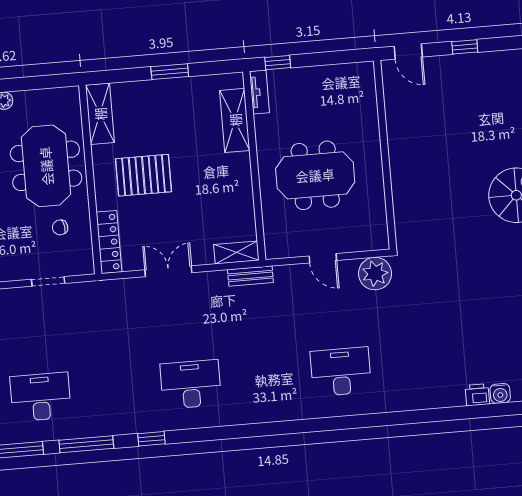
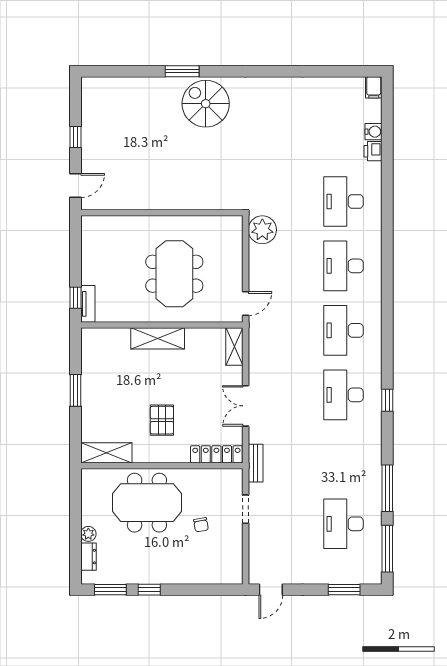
tv unit: (259, 92) -> (88, 304), moved, turned 90
shelving: (235, 120) -> (158, 338), moved
pallet: (144, 175) -> (162, 420), width x0.67, depth x0.71
chair: (60, 227) -> (201, 525), moved
door: (323, 258) -> (246, 304), moved
bench: (250, 276) -> (256, 463), moved
desk: (416, 365) -> (344, 201), added
desk: (266, 378) -> (344, 330), added
window: (151, 439) -> (387, 400), moved

